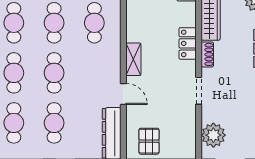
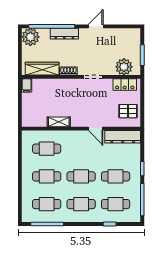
locker: (188, 43) -> (125, 85), moved
shelving: (133, 59) -> (59, 122), moved
door: (123, 94) -> (96, 129), swing flipped

